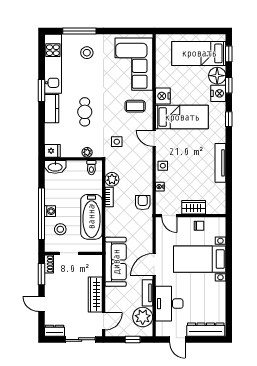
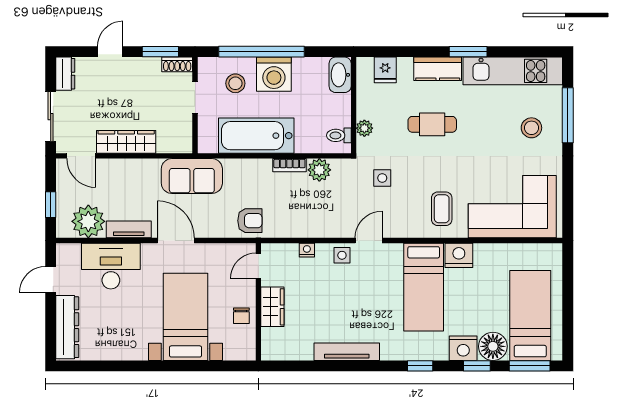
window: (229, 54) -> (530, 366), width x1.50
door: (154, 138) -> (369, 240), moved
fridge: (52, 151) -> (385, 70), moved
armchair: (143, 202) -> (250, 221), moved
washing machine: (50, 211) -> (274, 74), width x1.89, depth x1.89
sofa: (116, 262) -> (192, 176), width x0.73

